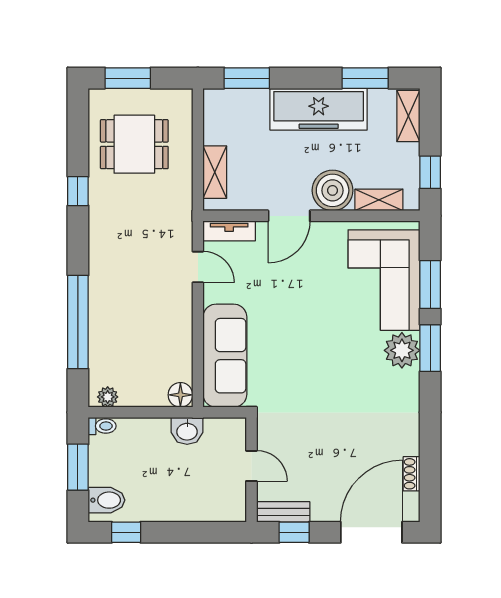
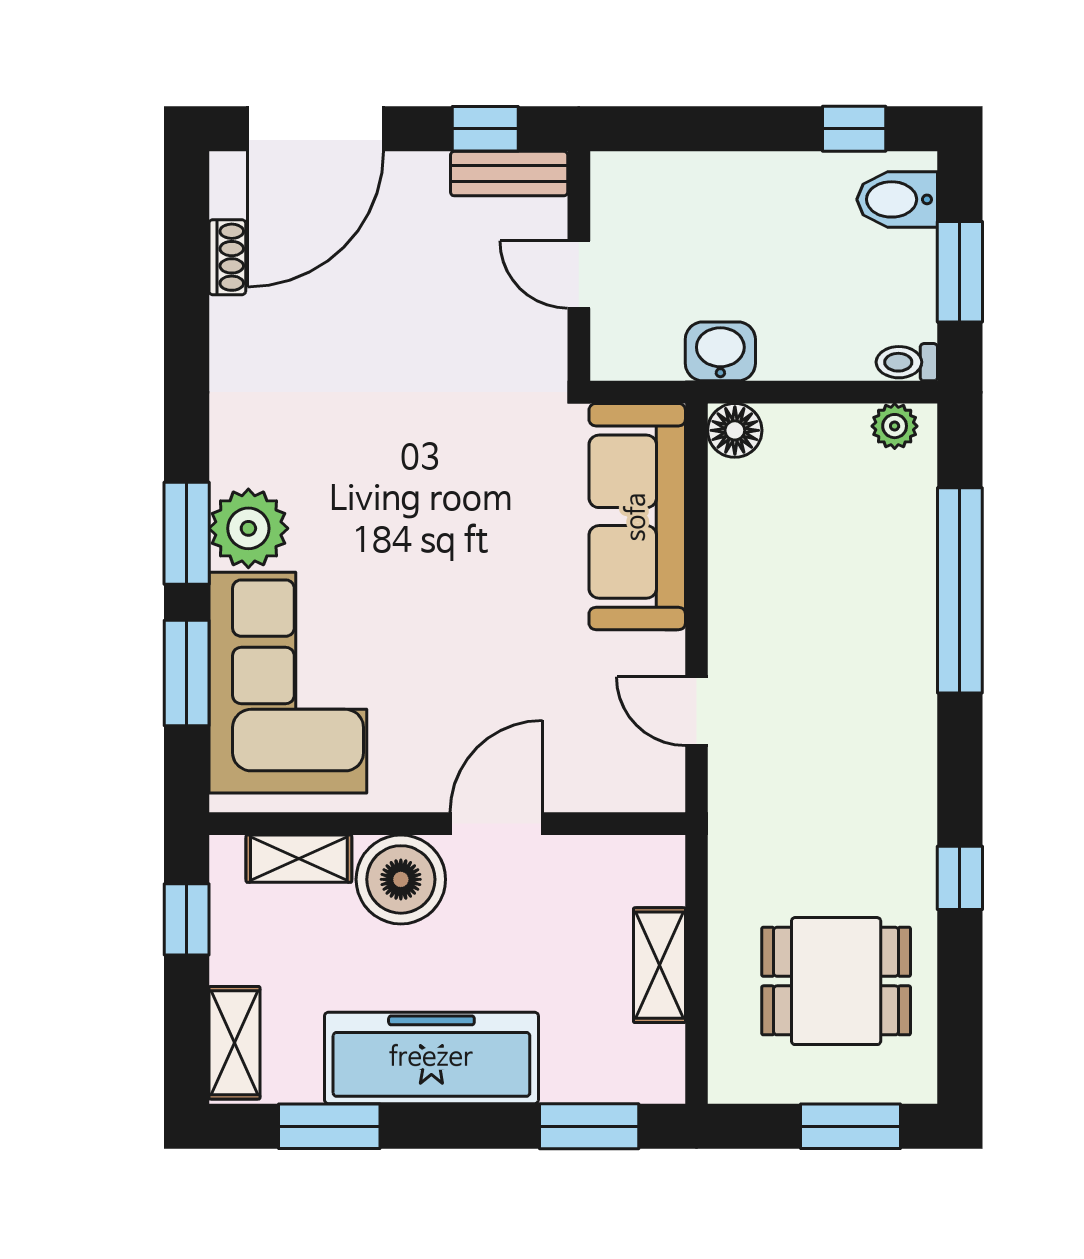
shelving: (215, 172) -> (659, 965), moved
tv unit: (229, 231) -> (628, 791), removed

